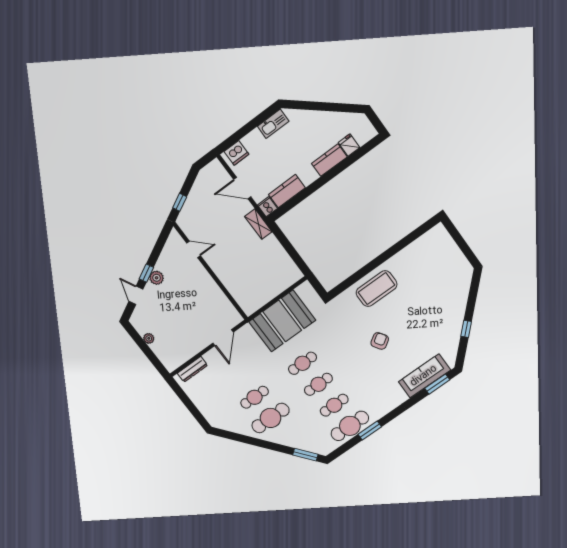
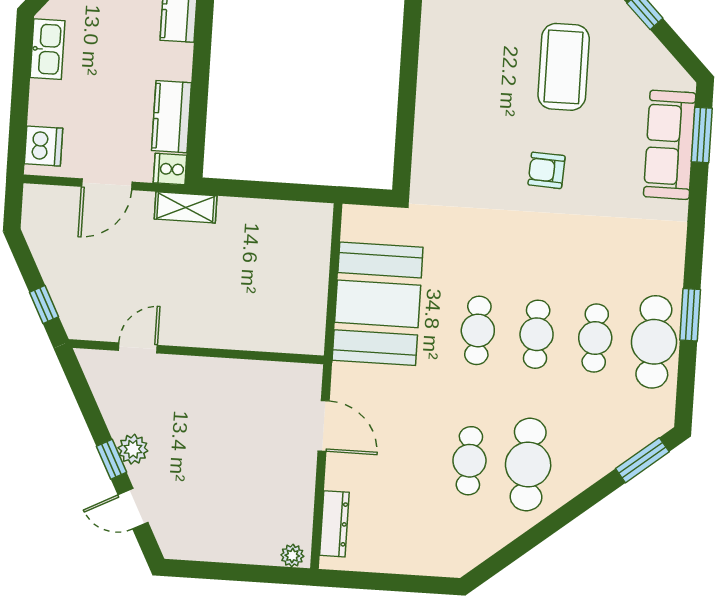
coffee table: (377, 289) -> (564, 67), moved
plant: (149, 338) -> (292, 556), moved
armchair: (380, 341) -> (547, 170), turned -53

